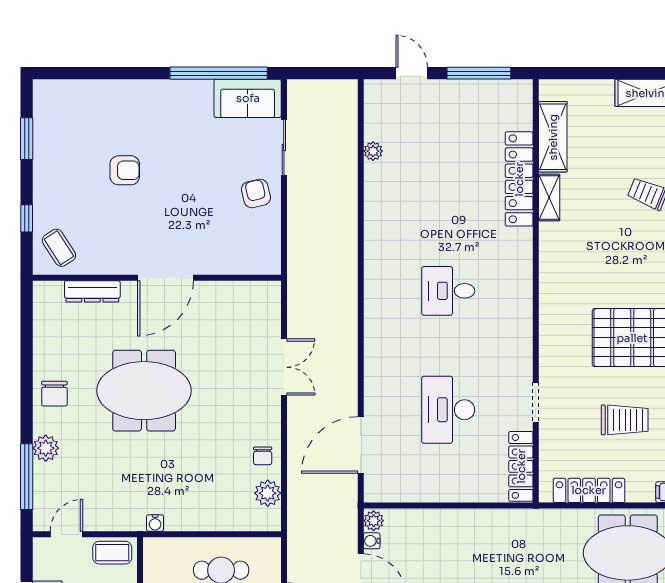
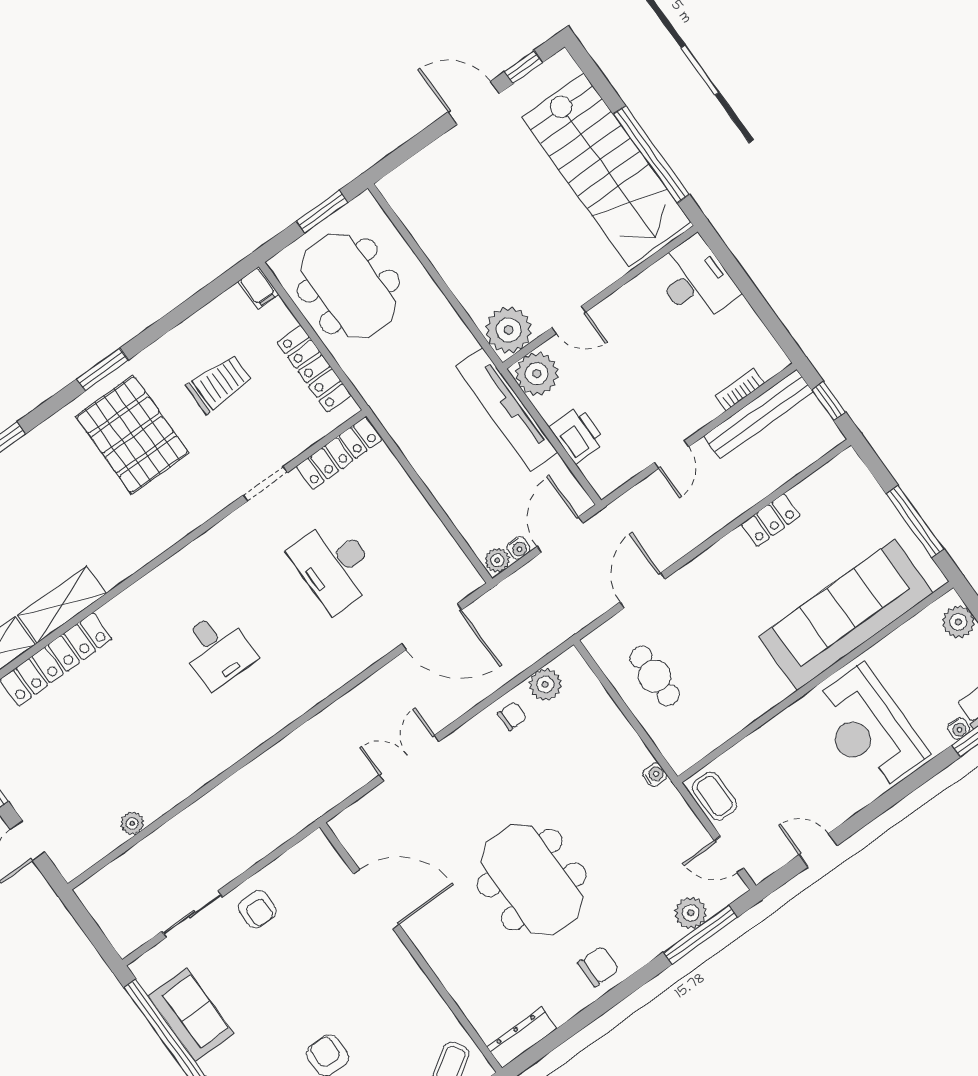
sofa: (248, 98) -> (191, 1015), moved
armchair: (256, 193) -> (257, 909), turned -77
shelving: (549, 198) -> (62, 605), width x1.50, depth x1.33
door: (165, 278) -> (376, 899), moved
dresser: (92, 291) -> (522, 1038), moved, turned -90
desk: (448, 410) -> (334, 565), turned 90
trolley: (625, 420) -> (219, 384), turned 90
plant: (46, 448) -> (691, 913), moved

